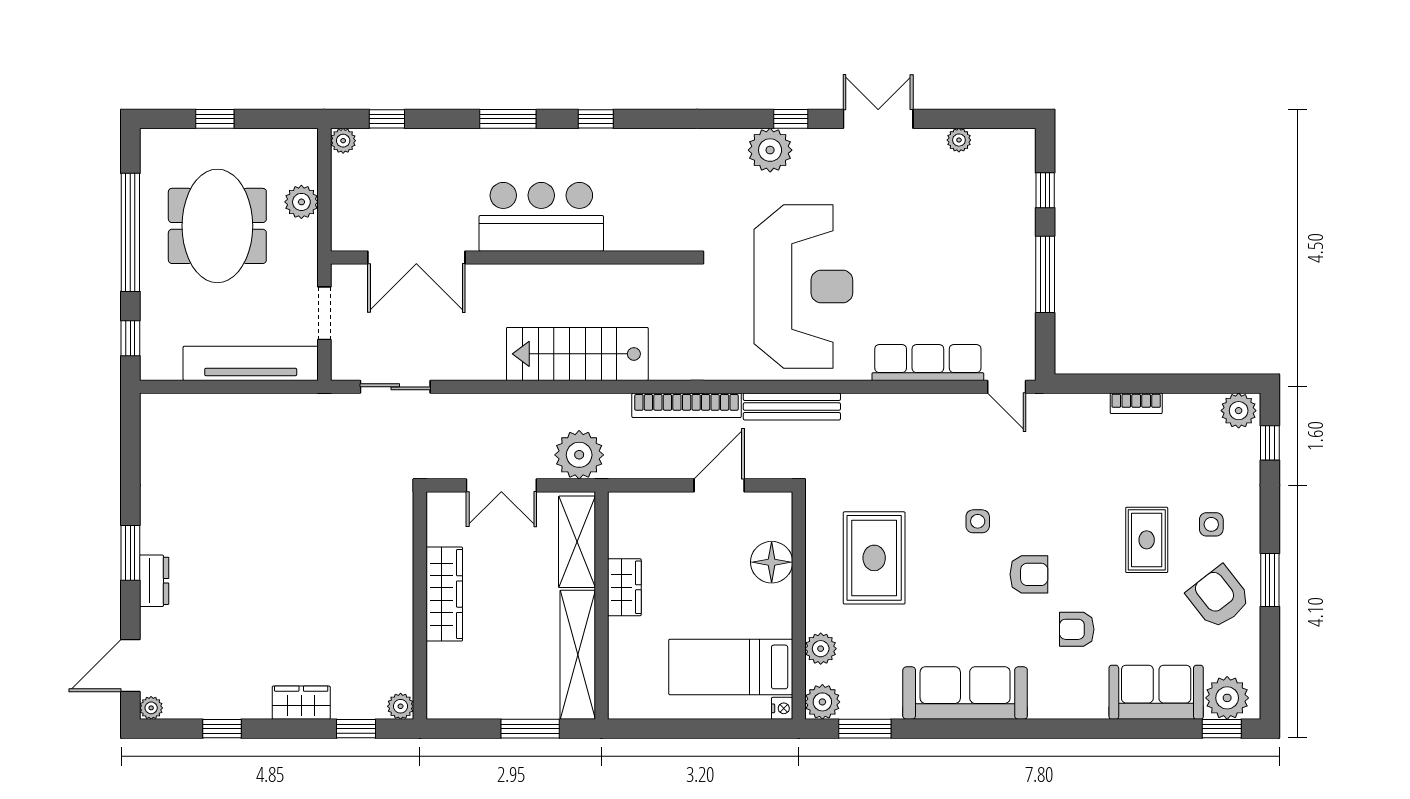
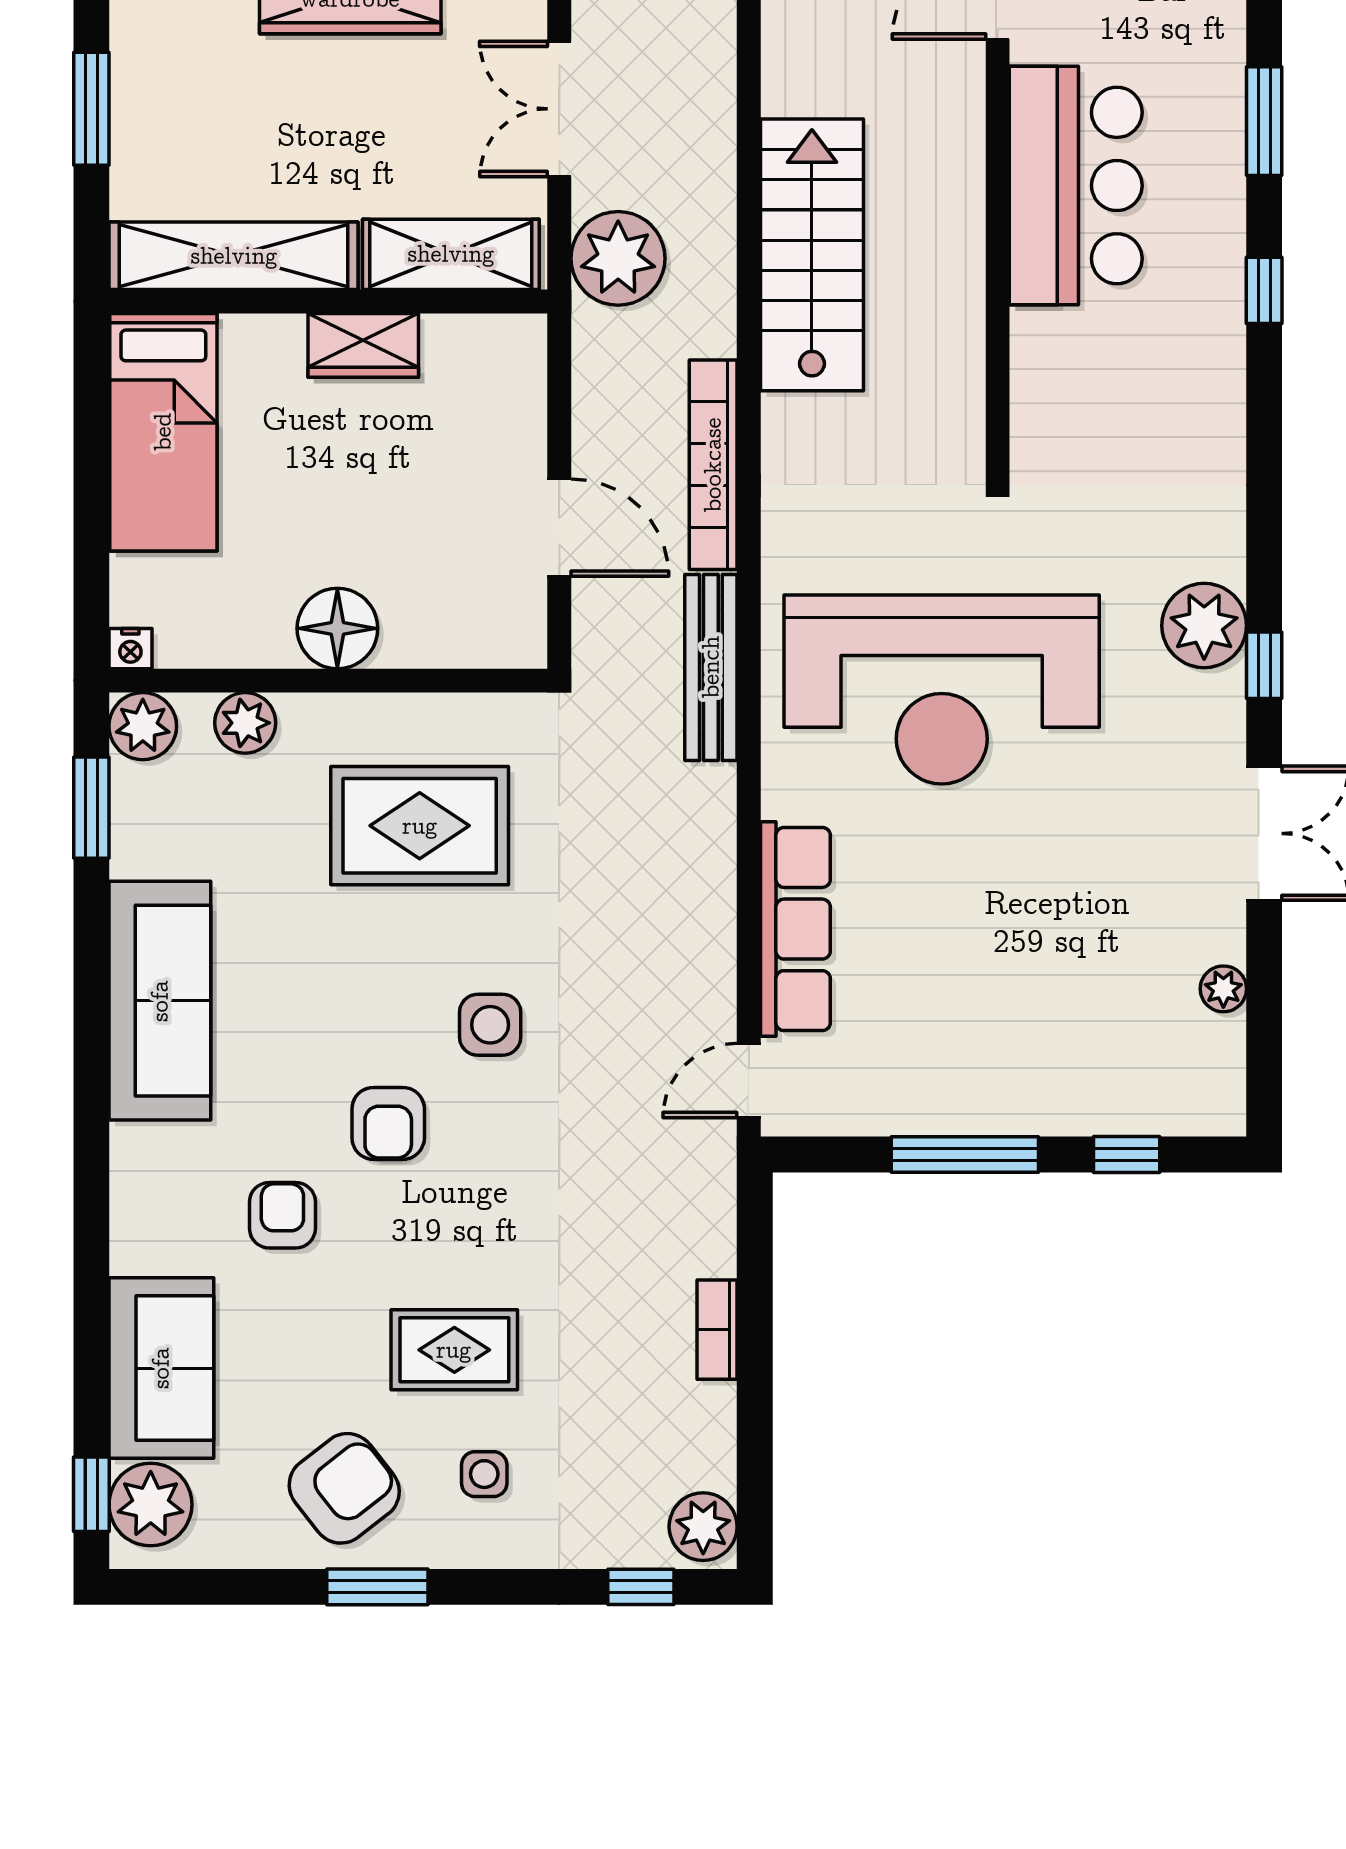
side table: (978, 521) -> (490, 1025), width x1.37, depth x1.37
floor lamp: (772, 562) -> (337, 628), moved
bed: (731, 667) -> (163, 432), moved, turned 180
window: (530, 729) -> (91, 109), moved

